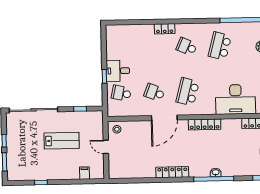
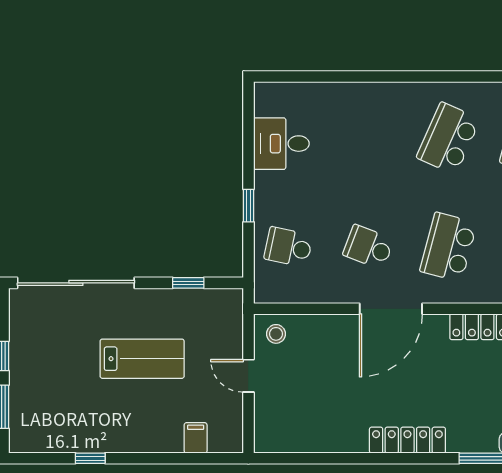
locker: (165, 29) -> (396, 94), removed
school desk: (187, 47) -> (448, 138), width x1.85
desk: (118, 71) -> (281, 144), moved

